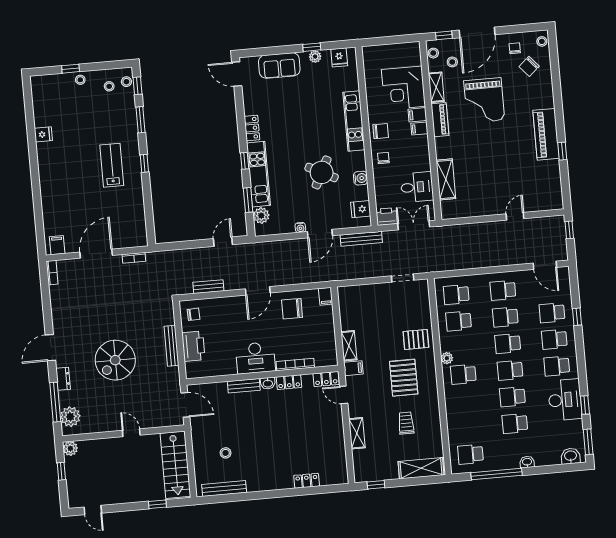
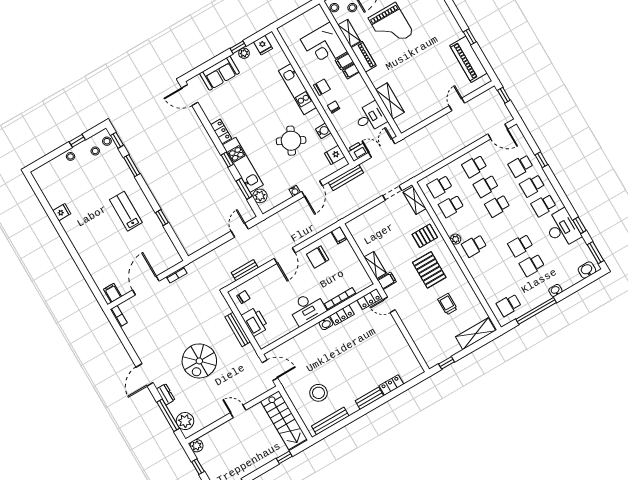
window: (71, 69) -> (77, 141), moved
piano: (546, 134) -> (469, 59), moved
window: (144, 163) -> (162, 218), moved
school desk: (510, 370) -> (509, 225), removed
bench: (244, 386) -> (369, 398), moved
shelving: (357, 433) -> (415, 200), moved
stool: (226, 453) -> (318, 393), width x1.89, depth x1.89

